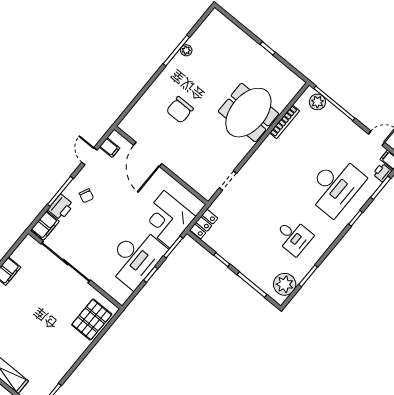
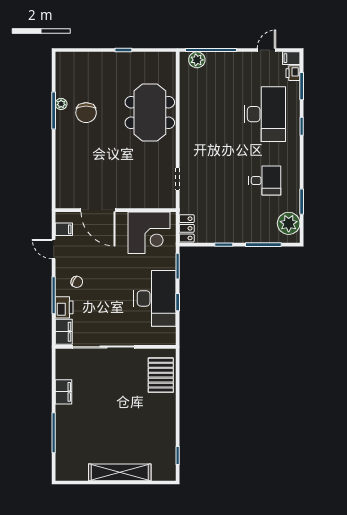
chair: (180, 110) -> (86, 113), moved
bookcase: (285, 122) -> (184, 97), removed
corner desk: (167, 219) -> (149, 233), moved, turned -90

